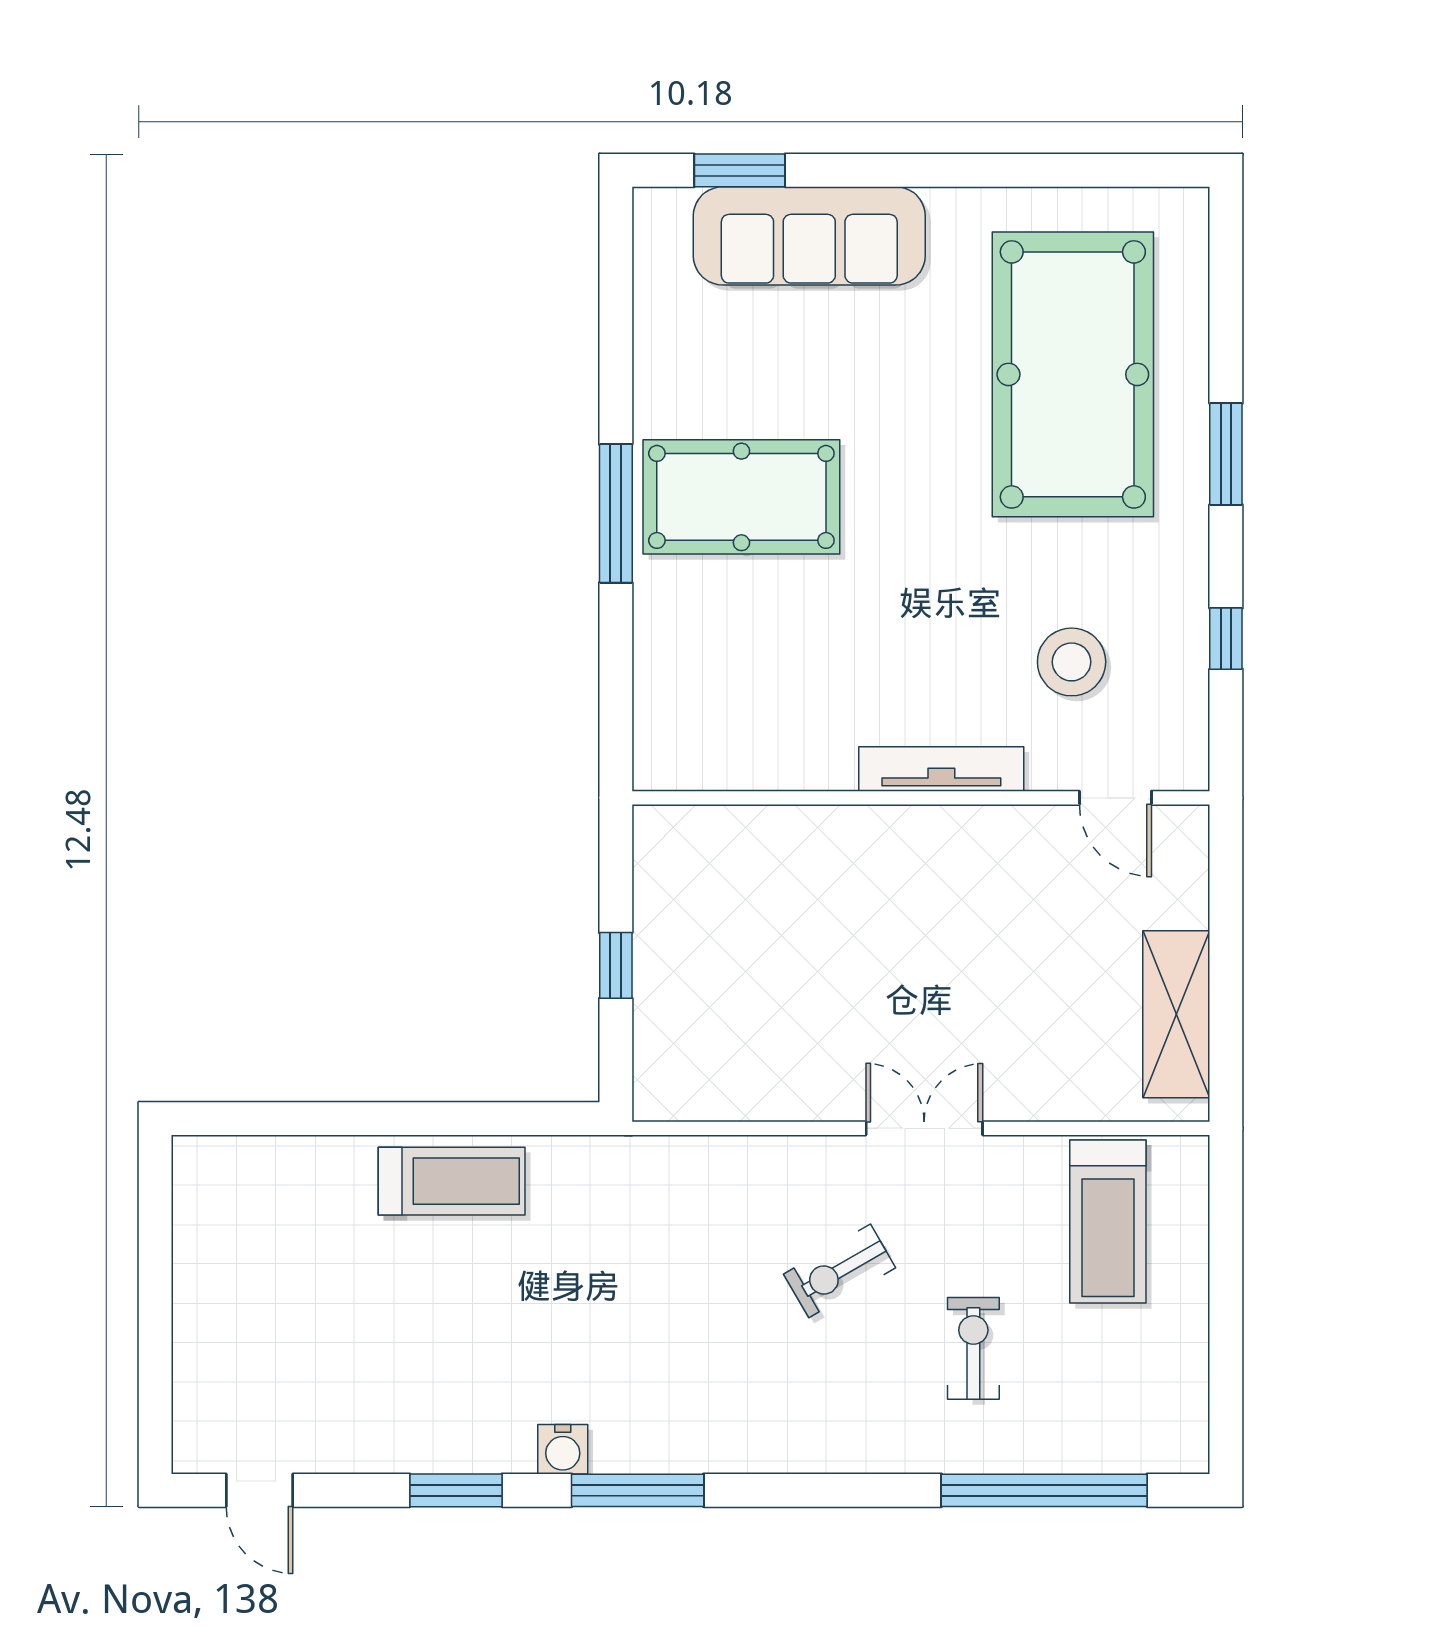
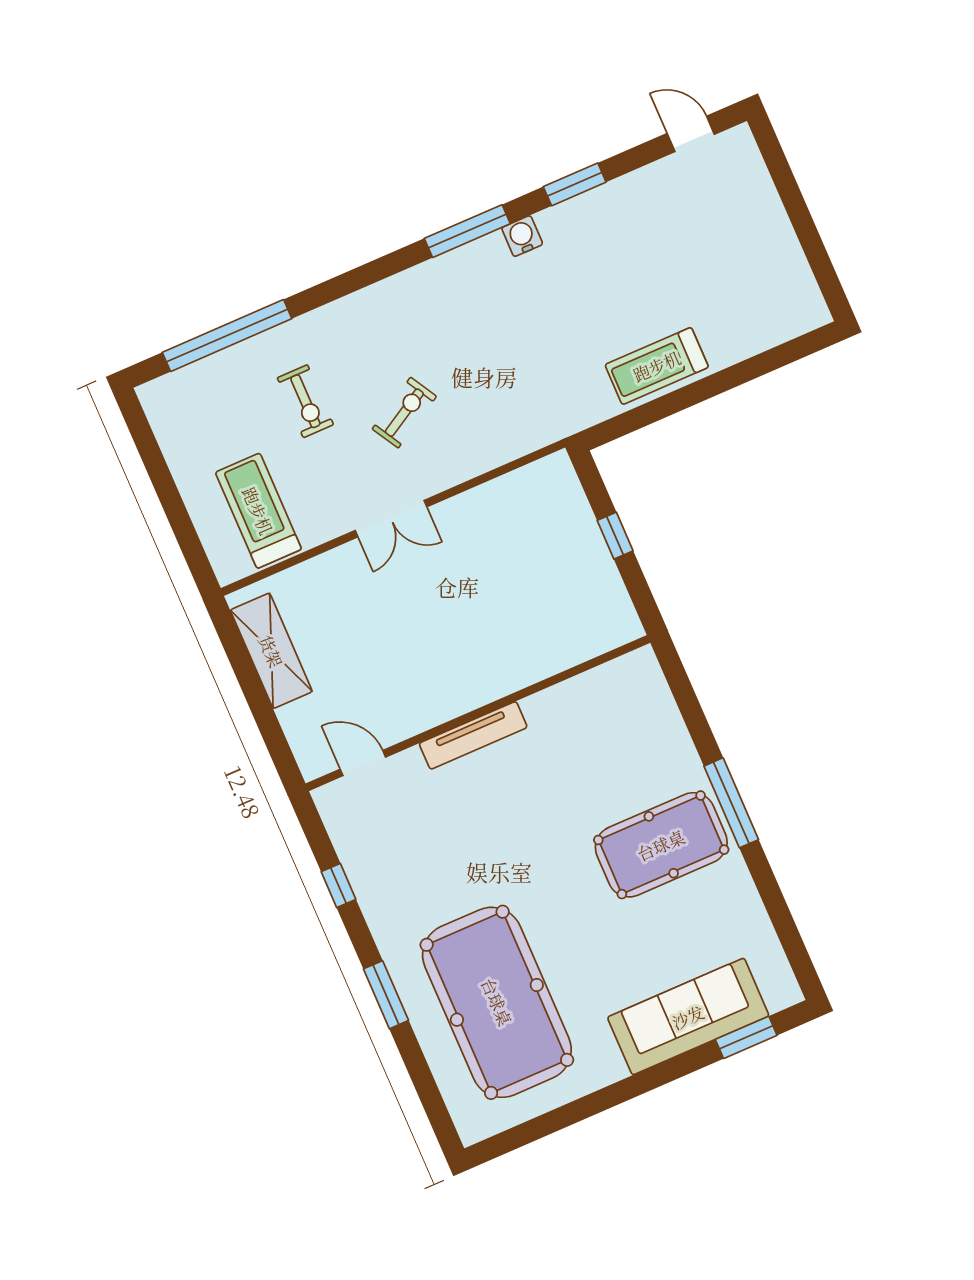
stool: (1072, 662) -> (424, 832), removed

